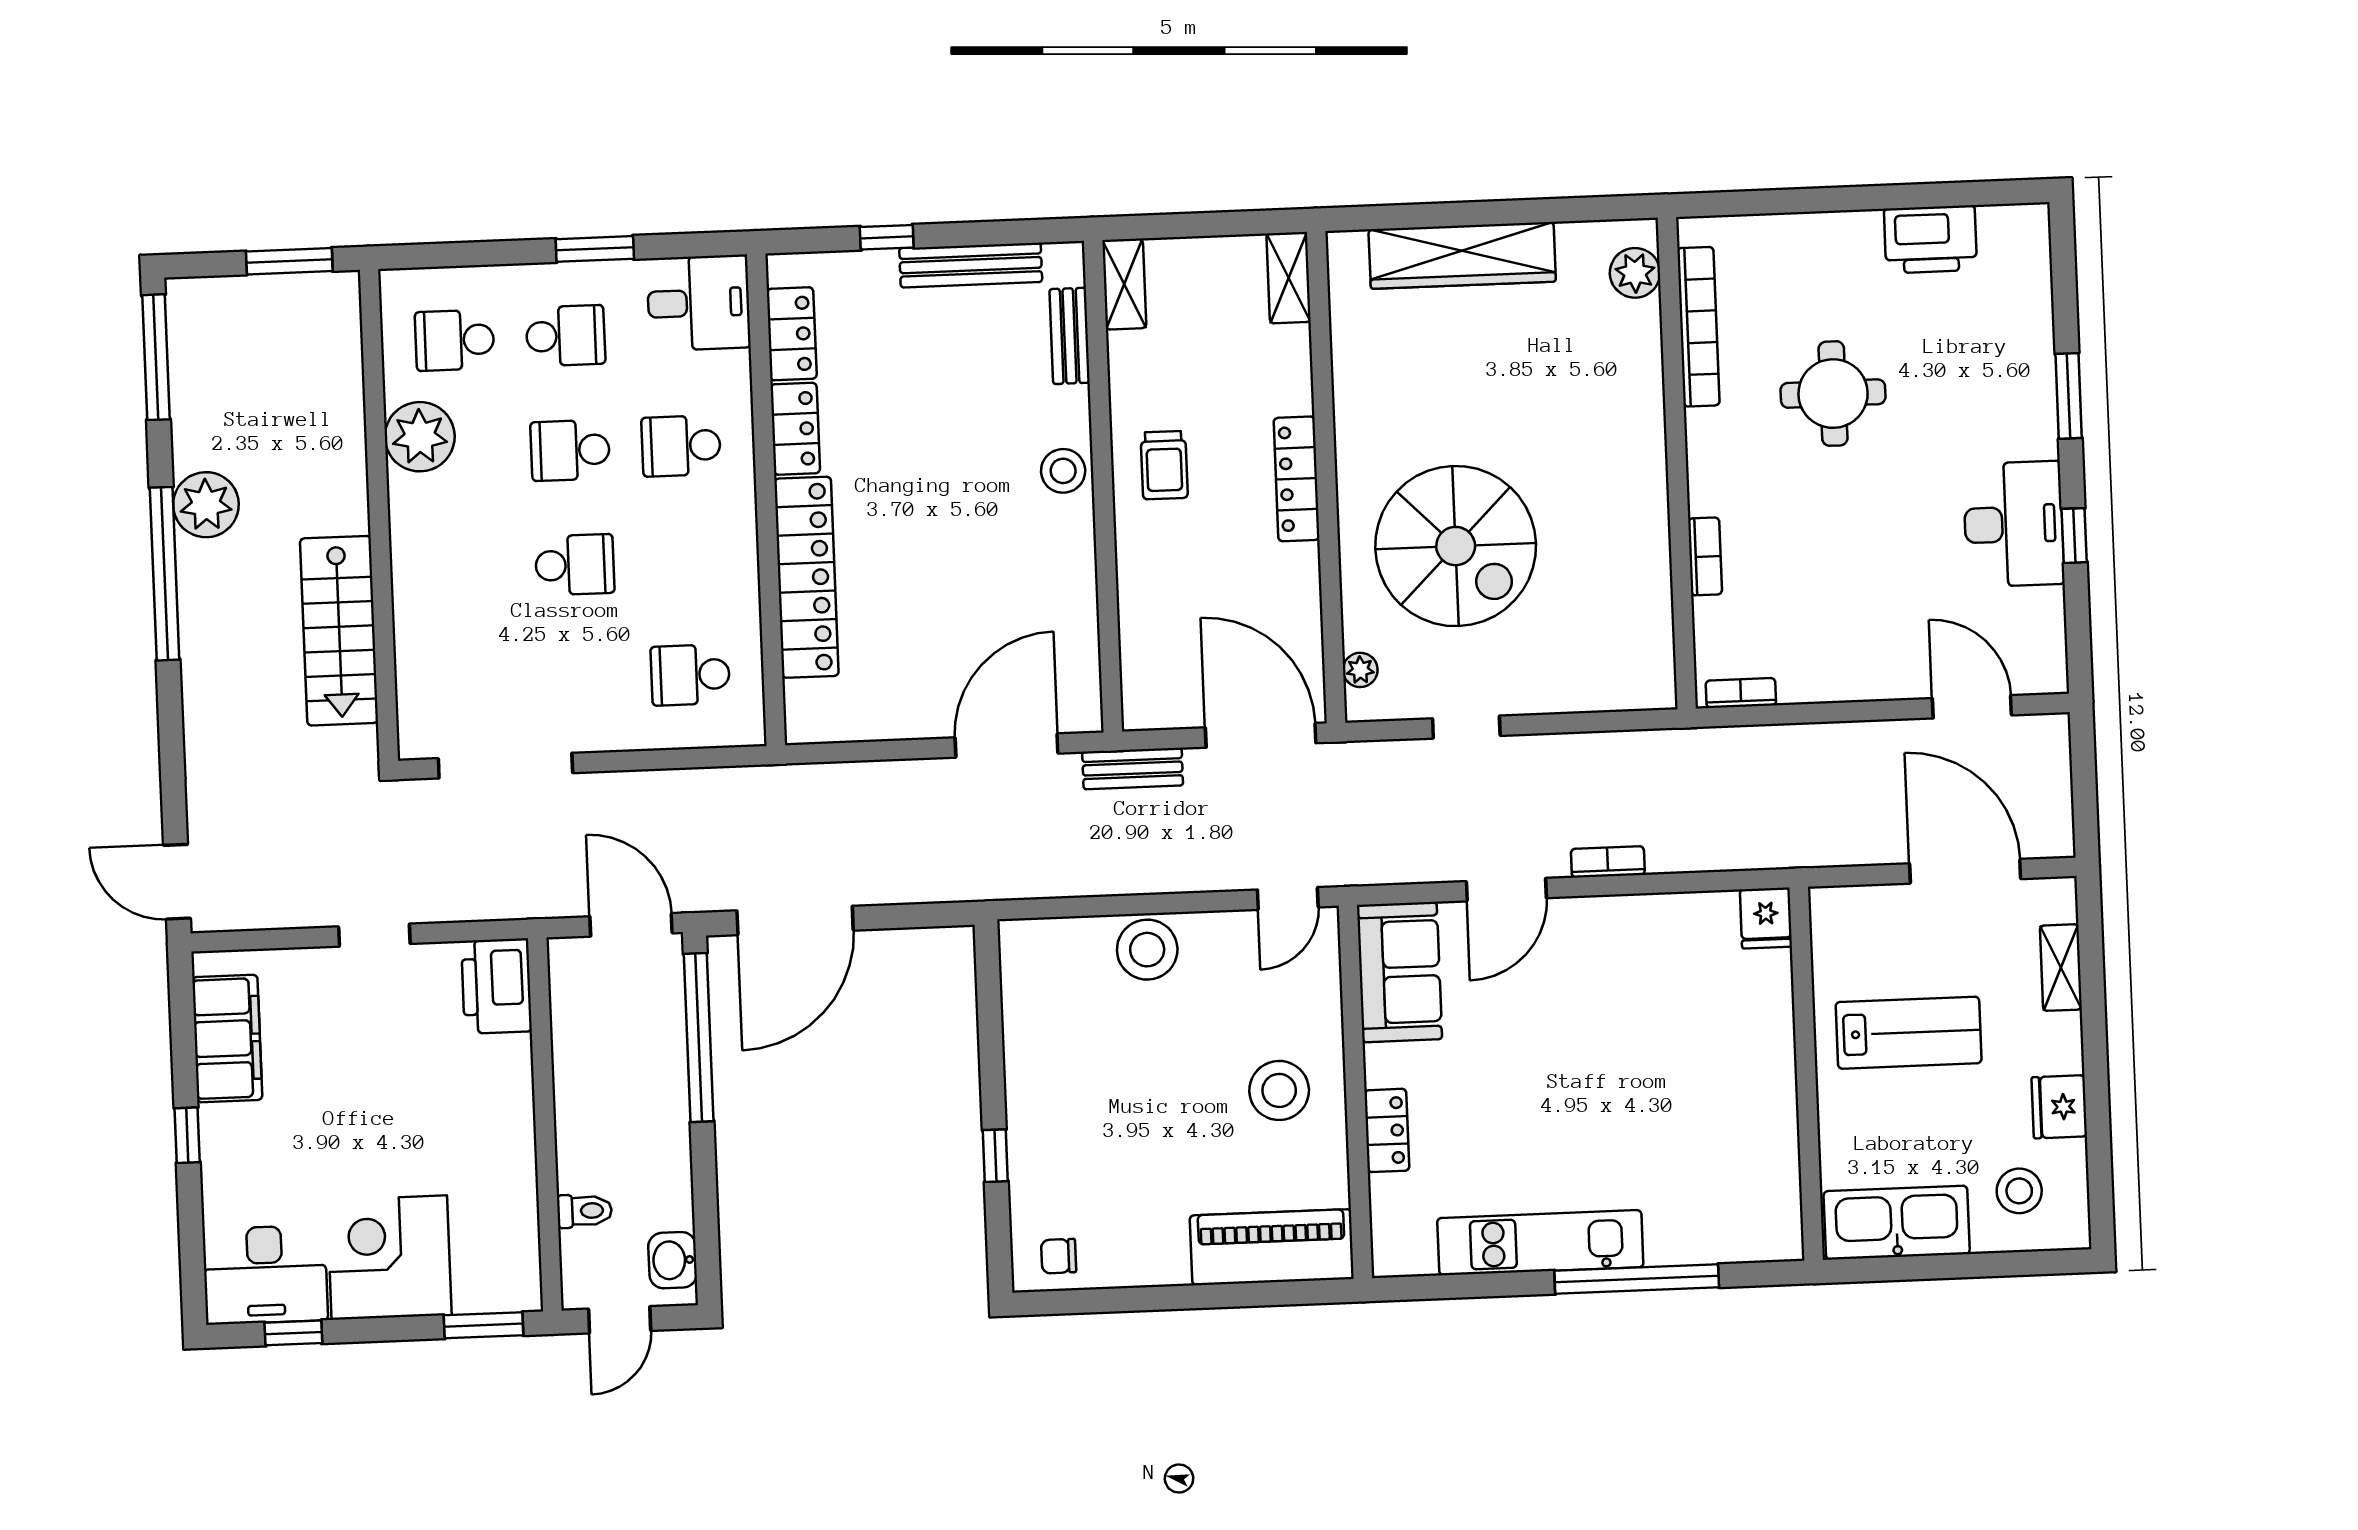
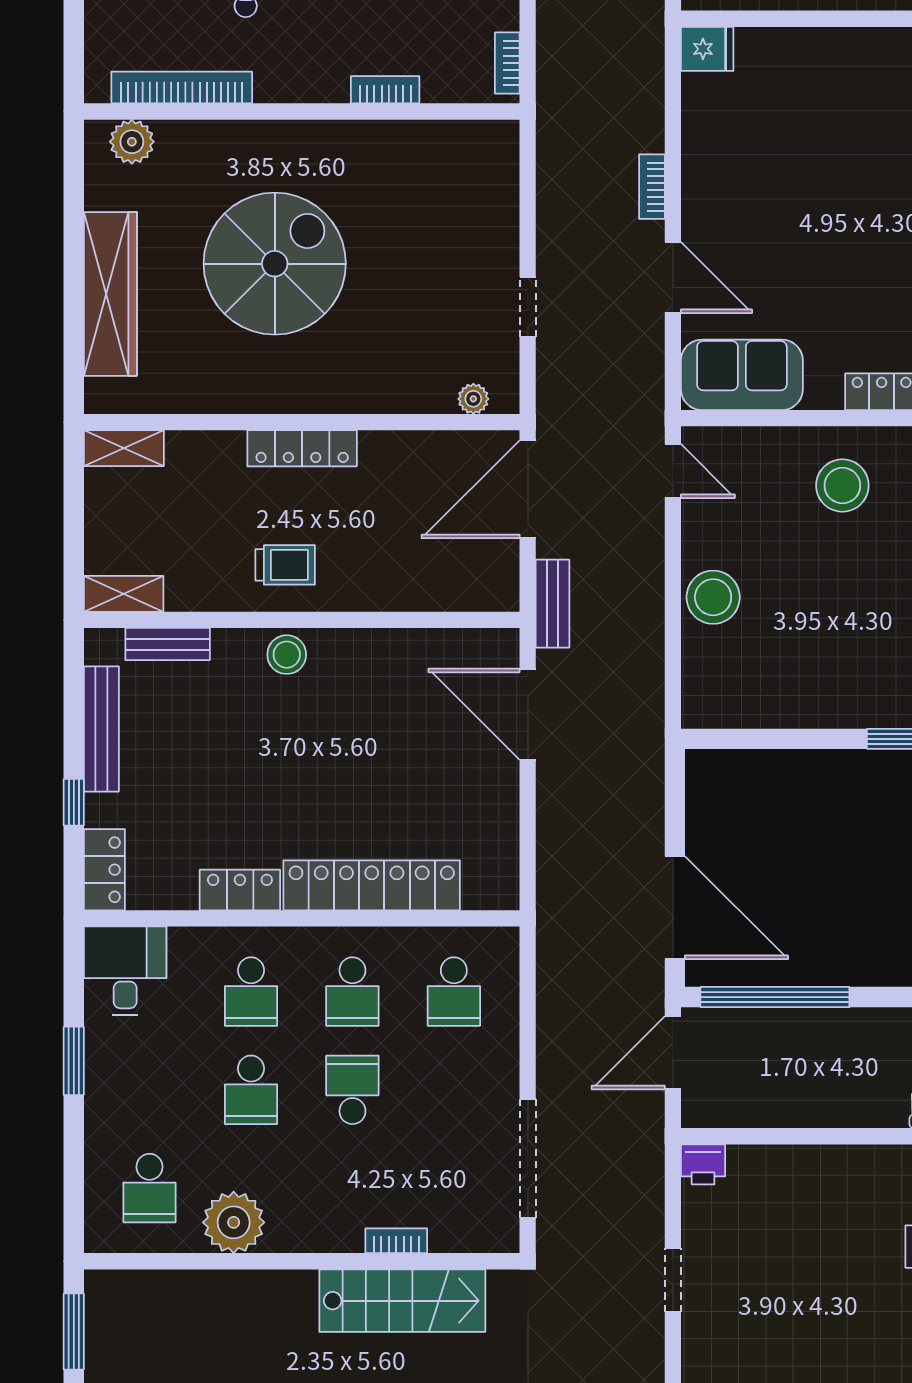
locker: (792, 334) -> (104, 870), moved, turned 90
school desk: (566, 336) -> (352, 992), moved, turned 180
spiral stairs: (1456, 546) -> (275, 264), moved
bookcase: (406, 621) -> (396, 1241), added
printer: (496, 986) -> (703, 1164), width x0.53, depth x0.68

